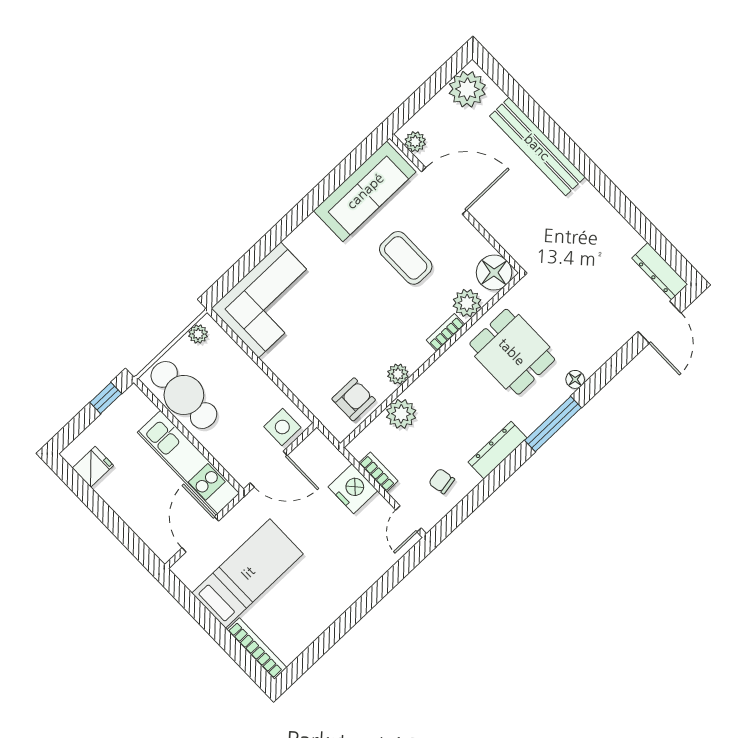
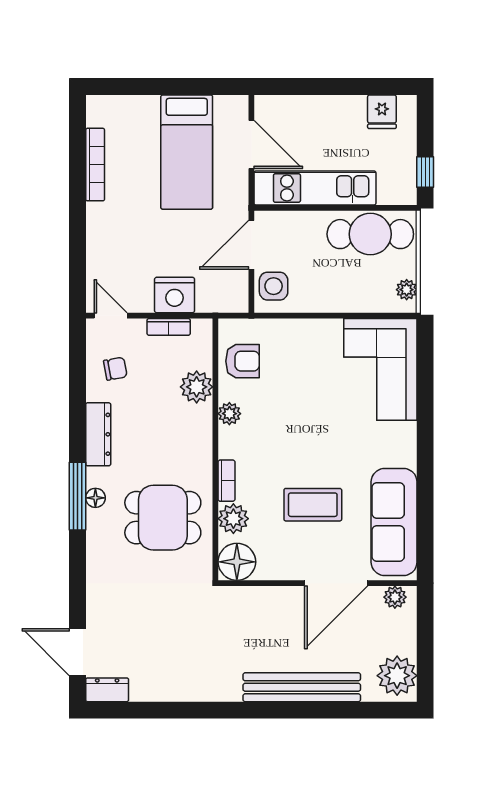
dresser: (660, 271) -> (107, 690), width x0.70
floor lamp: (575, 379) -> (95, 498), moved
armchair: (354, 399) -> (243, 361), turned -90
bookcase: (257, 649) -> (95, 165), moved, turned -90

